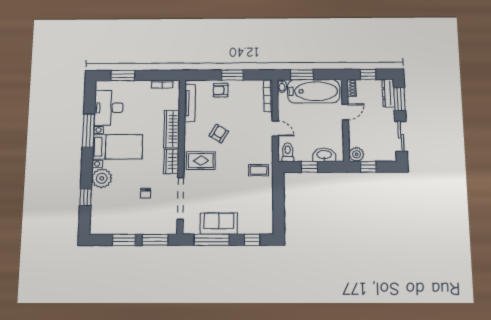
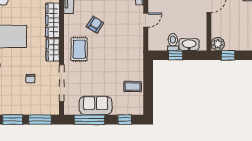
door: (275, 128) -> (146, 20), hinge flipped
toilet: (288, 152) -> (173, 42), moved
rug: (201, 161) -> (79, 49), turned 90
coffee table: (259, 170) -> (133, 86), moved

